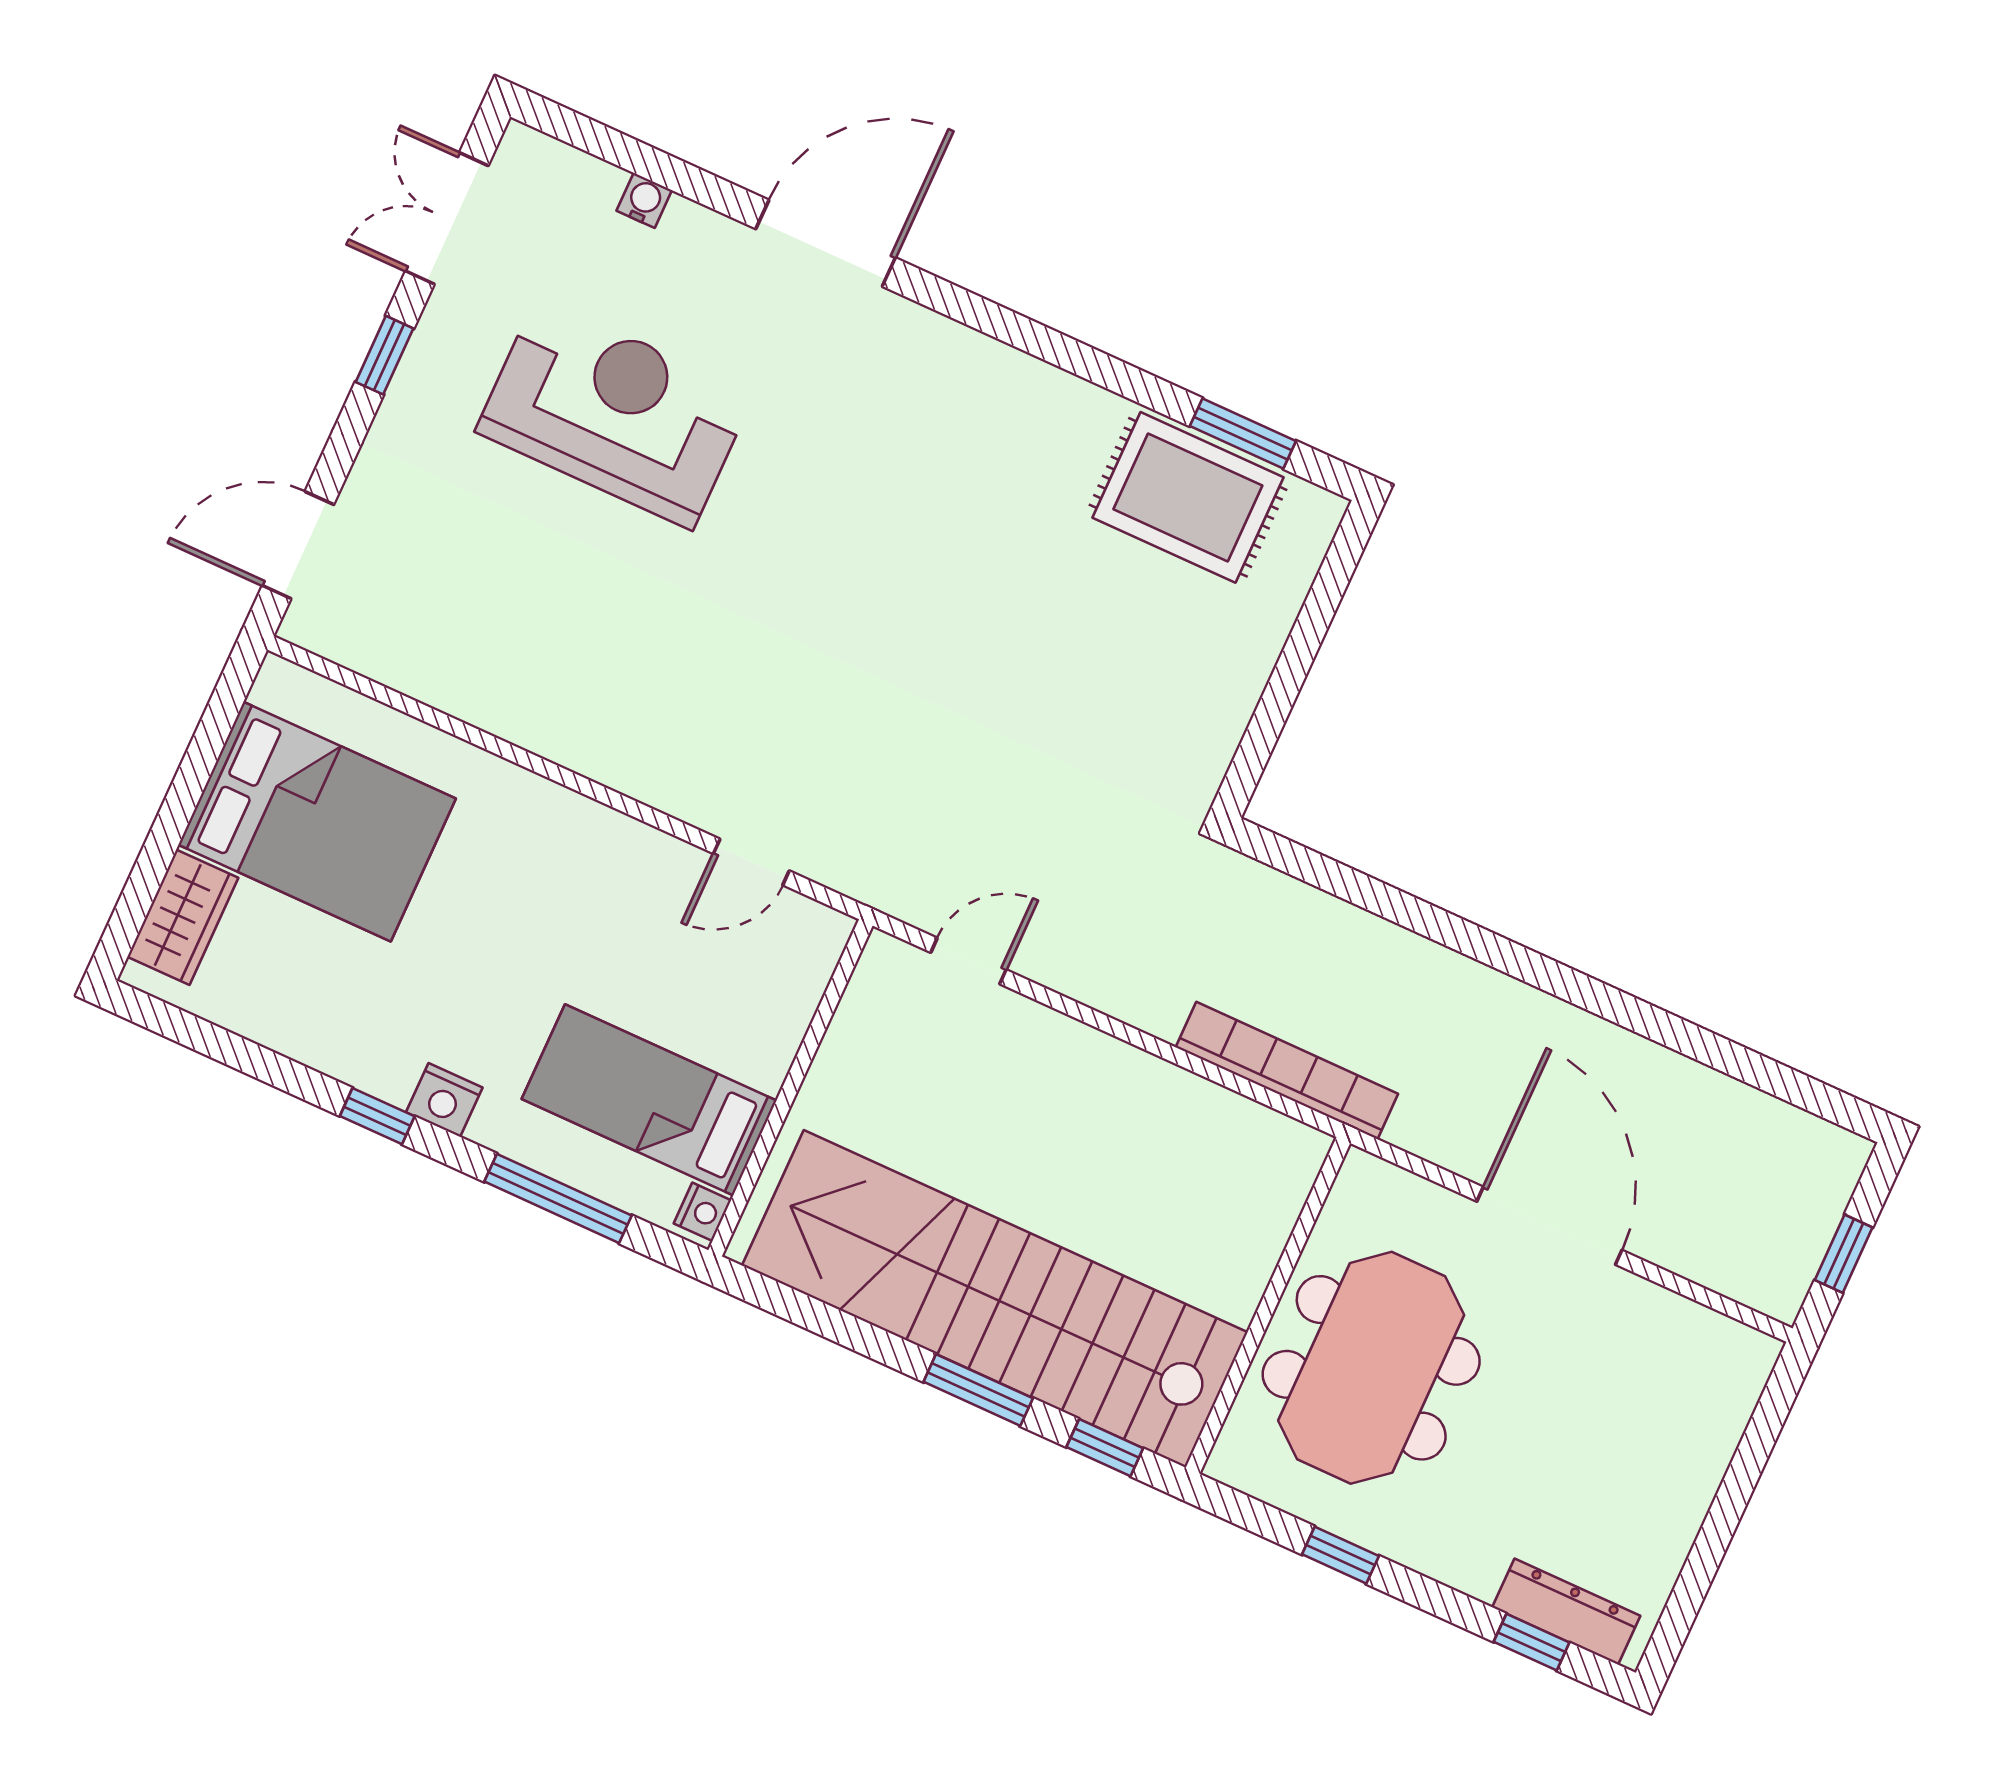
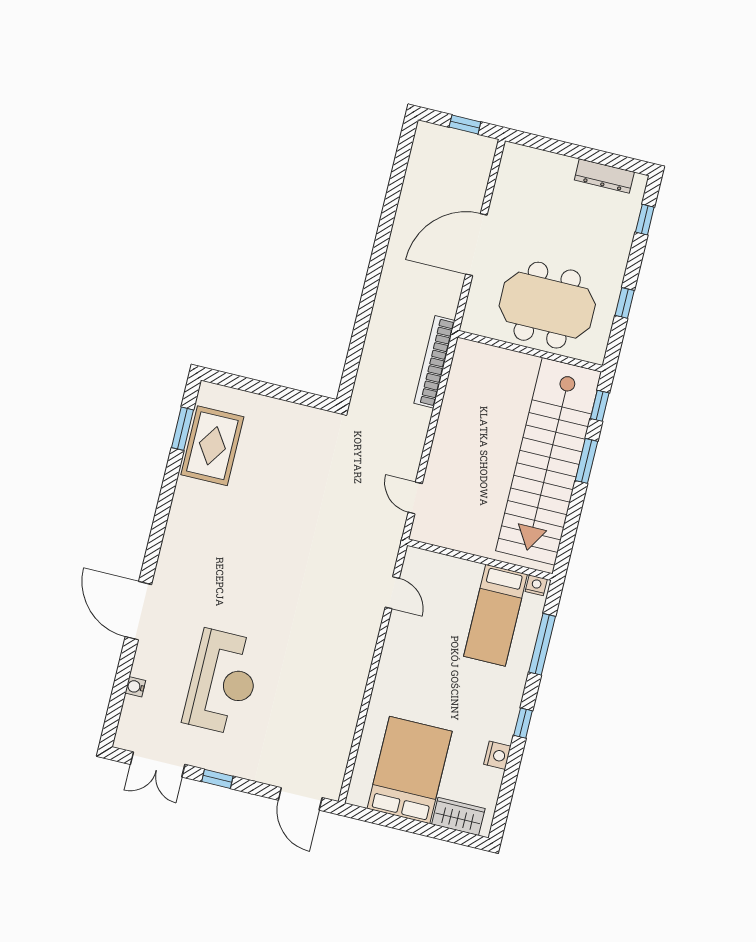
reception desk: (615, 413) -> (223, 682), turned 180
nightstand: (444, 1100) -> (497, 755), moved
dresser: (1566, 1612) -> (604, 176), moved, turned -90

